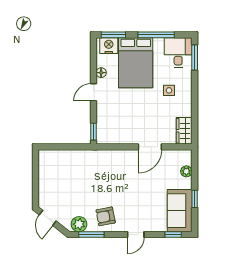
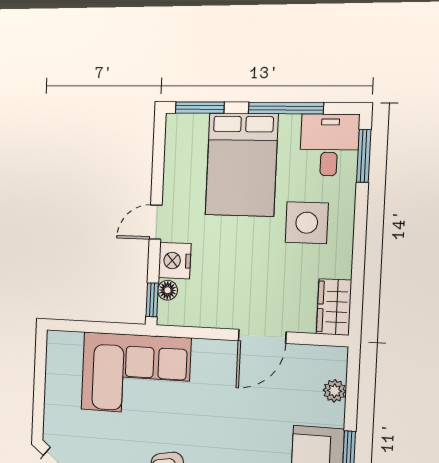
nightstand: (109, 46) -> (175, 261), moved, turned -90
floor lamp: (101, 73) -> (168, 290), moved
side table: (169, 90) -> (307, 223), width x1.87, depth x1.87
corner sofa: (87, 169) -> (136, 374), added

